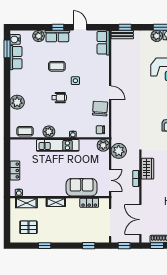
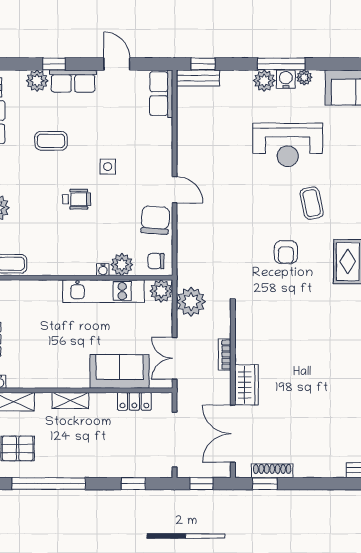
window: (58, 27) -> (54, 64), moved
coffee table: (57, 66) -> (51, 141), moved
plant: (49, 132) -> (122, 265), moved
kitchen unit: (58, 145) -> (103, 291), moved
wardrobe: (148, 169) -> (246, 385), moved
double door: (110, 180) -> (175, 358), swing flipped
window: (45, 246) -> (49, 484), width x3.17

